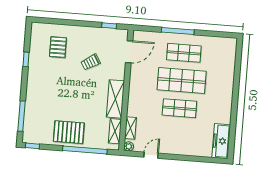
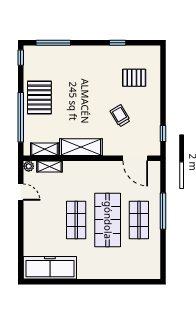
freezer: (221, 141) -> (50, 268), width x1.36, depth x1.26

